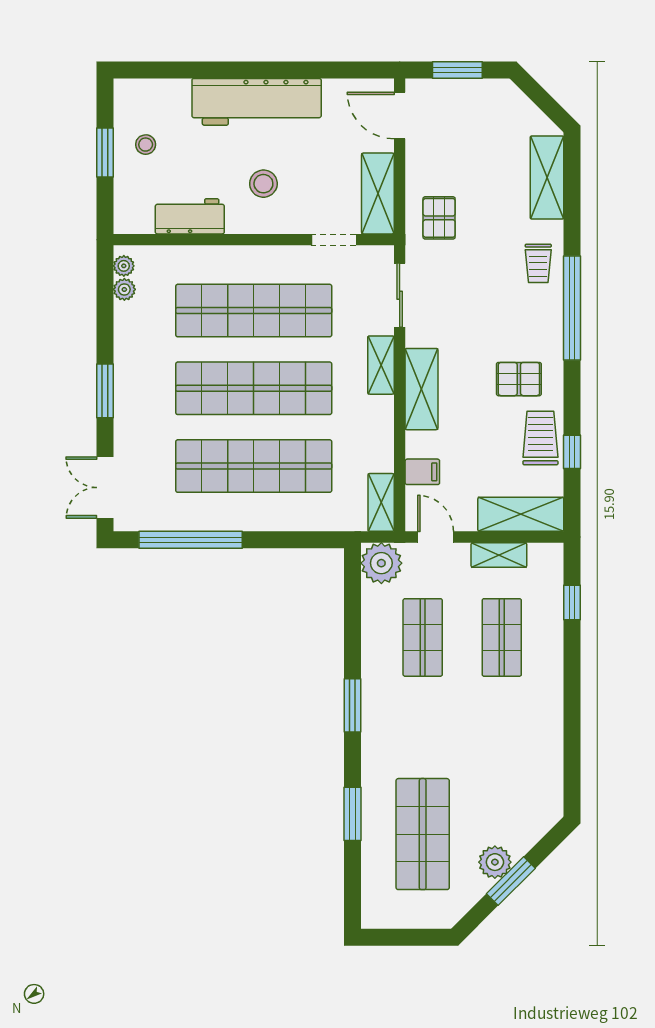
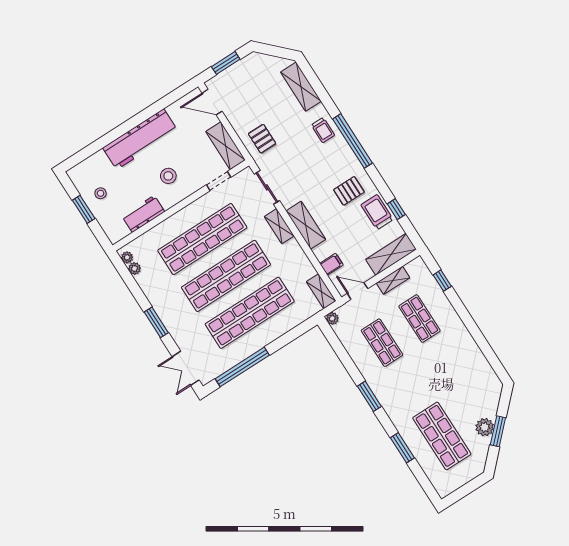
plant: (381, 563) -> (332, 318), width x0.53, depth x0.53

